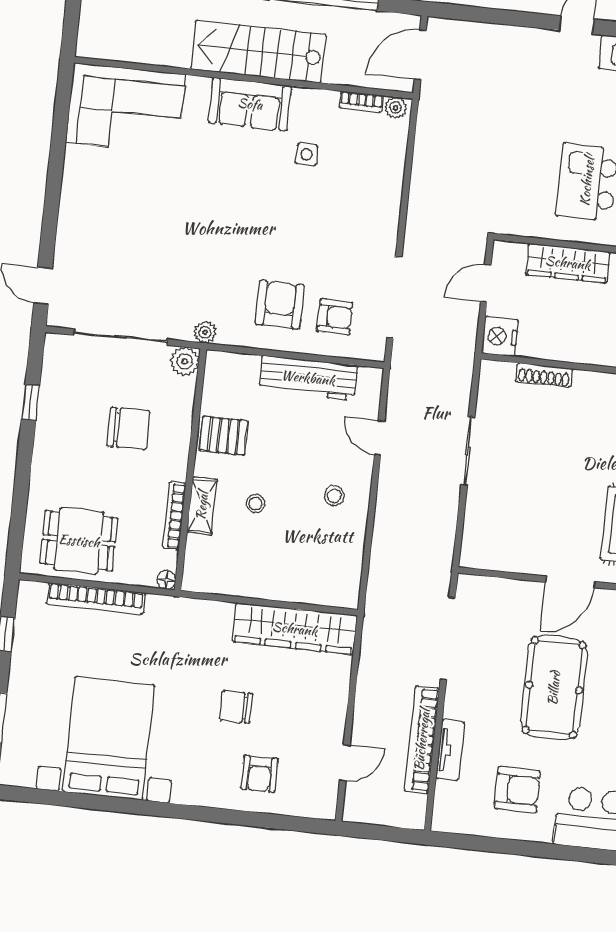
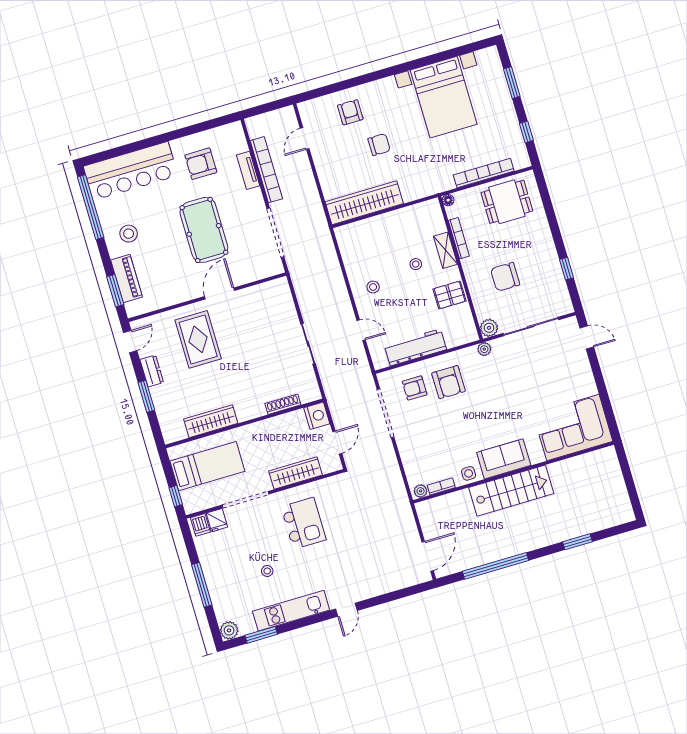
stairs: (258, 52) -> (511, 491), moved
wall: (244, 78) -> (513, 472), moved
bookcase: (361, 102) -> (441, 486), moved
sofa: (250, 104) -> (504, 459), moved
corner sofa: (126, 108) -> (573, 427), moved
plant: (395, 108) -> (421, 491), moved

